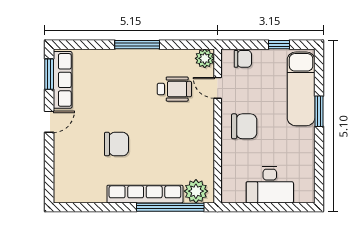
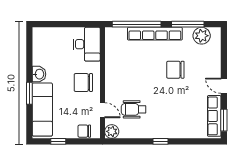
window: (137, 45) -> (161, 141), width x0.46
door: (49, 122) -> (224, 86), hinge flipped
washbasin: (306, 138) -> (39, 74), added
desk: (270, 185) -> (87, 44), moved, turned 90
plant: (196, 191) -> (202, 36), moved
window: (99, 207) -> (188, 24), added

